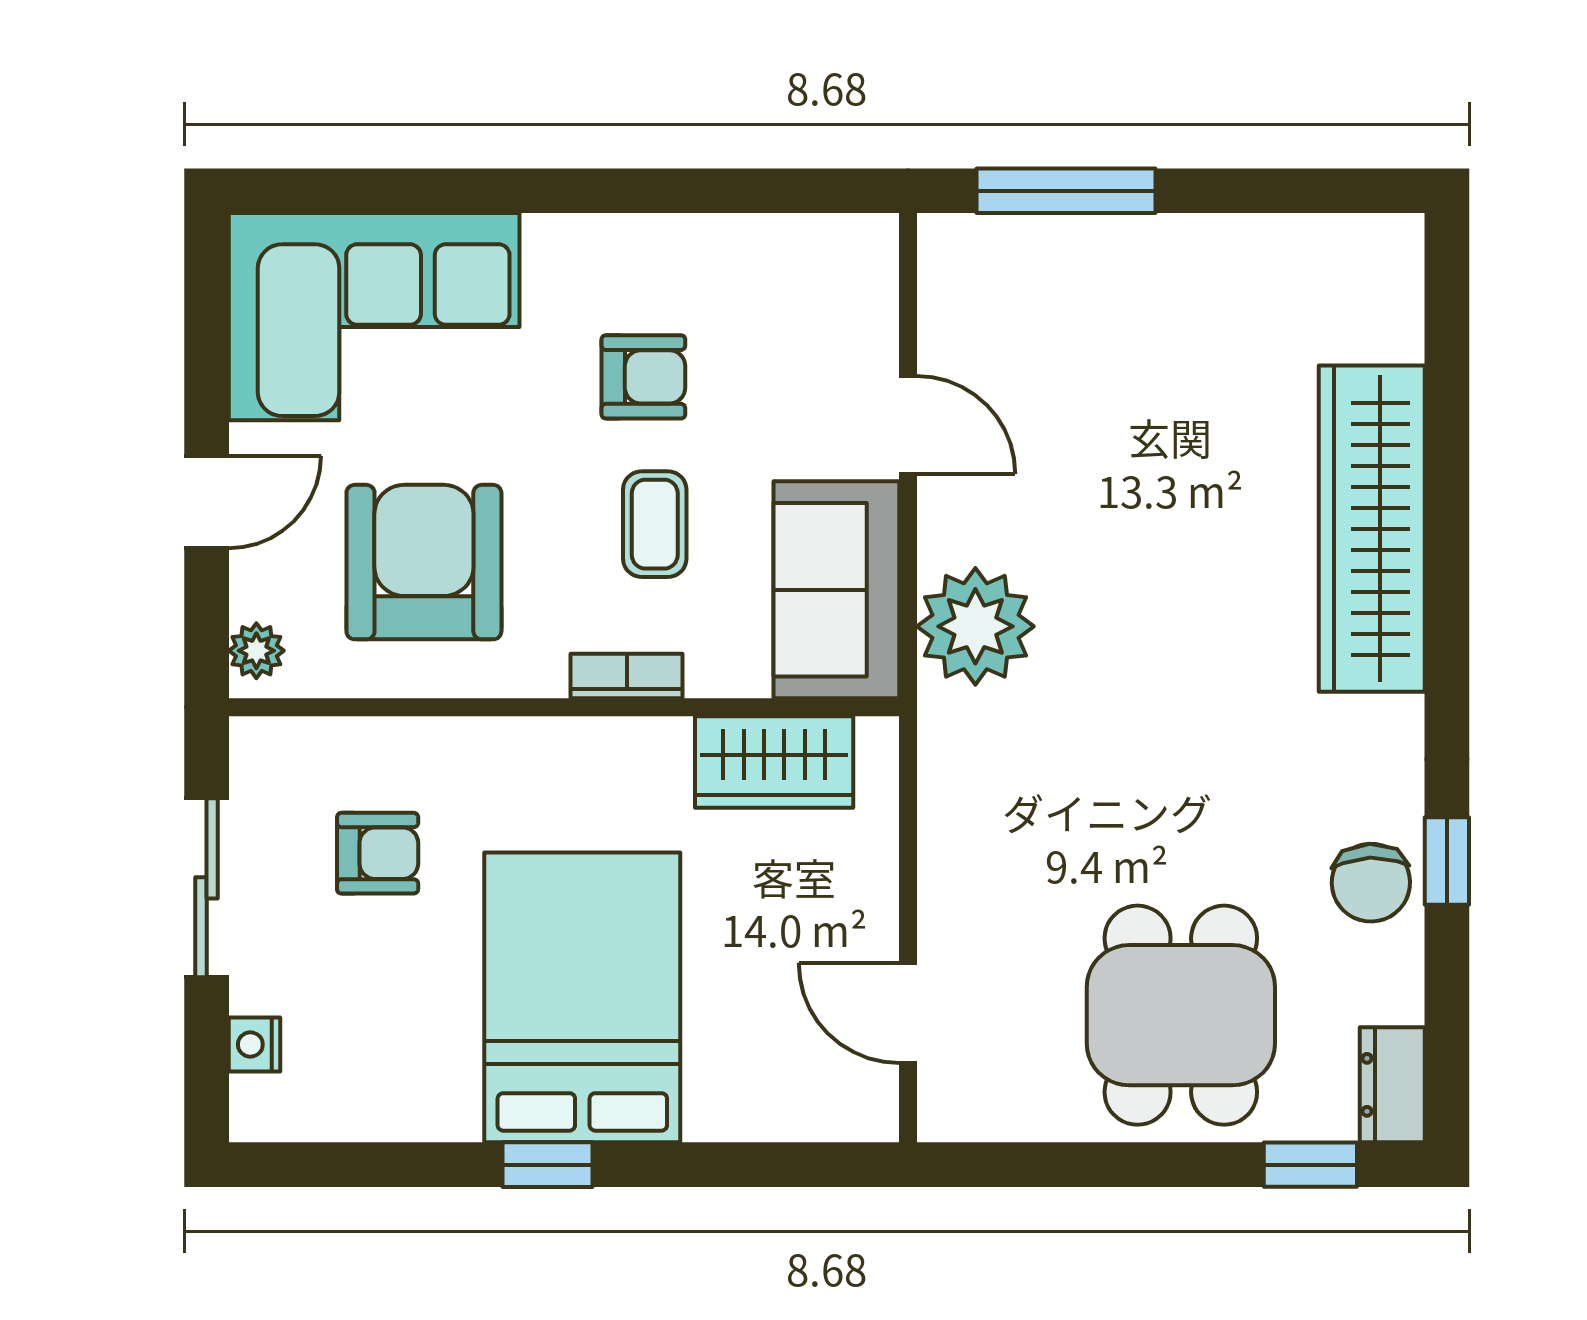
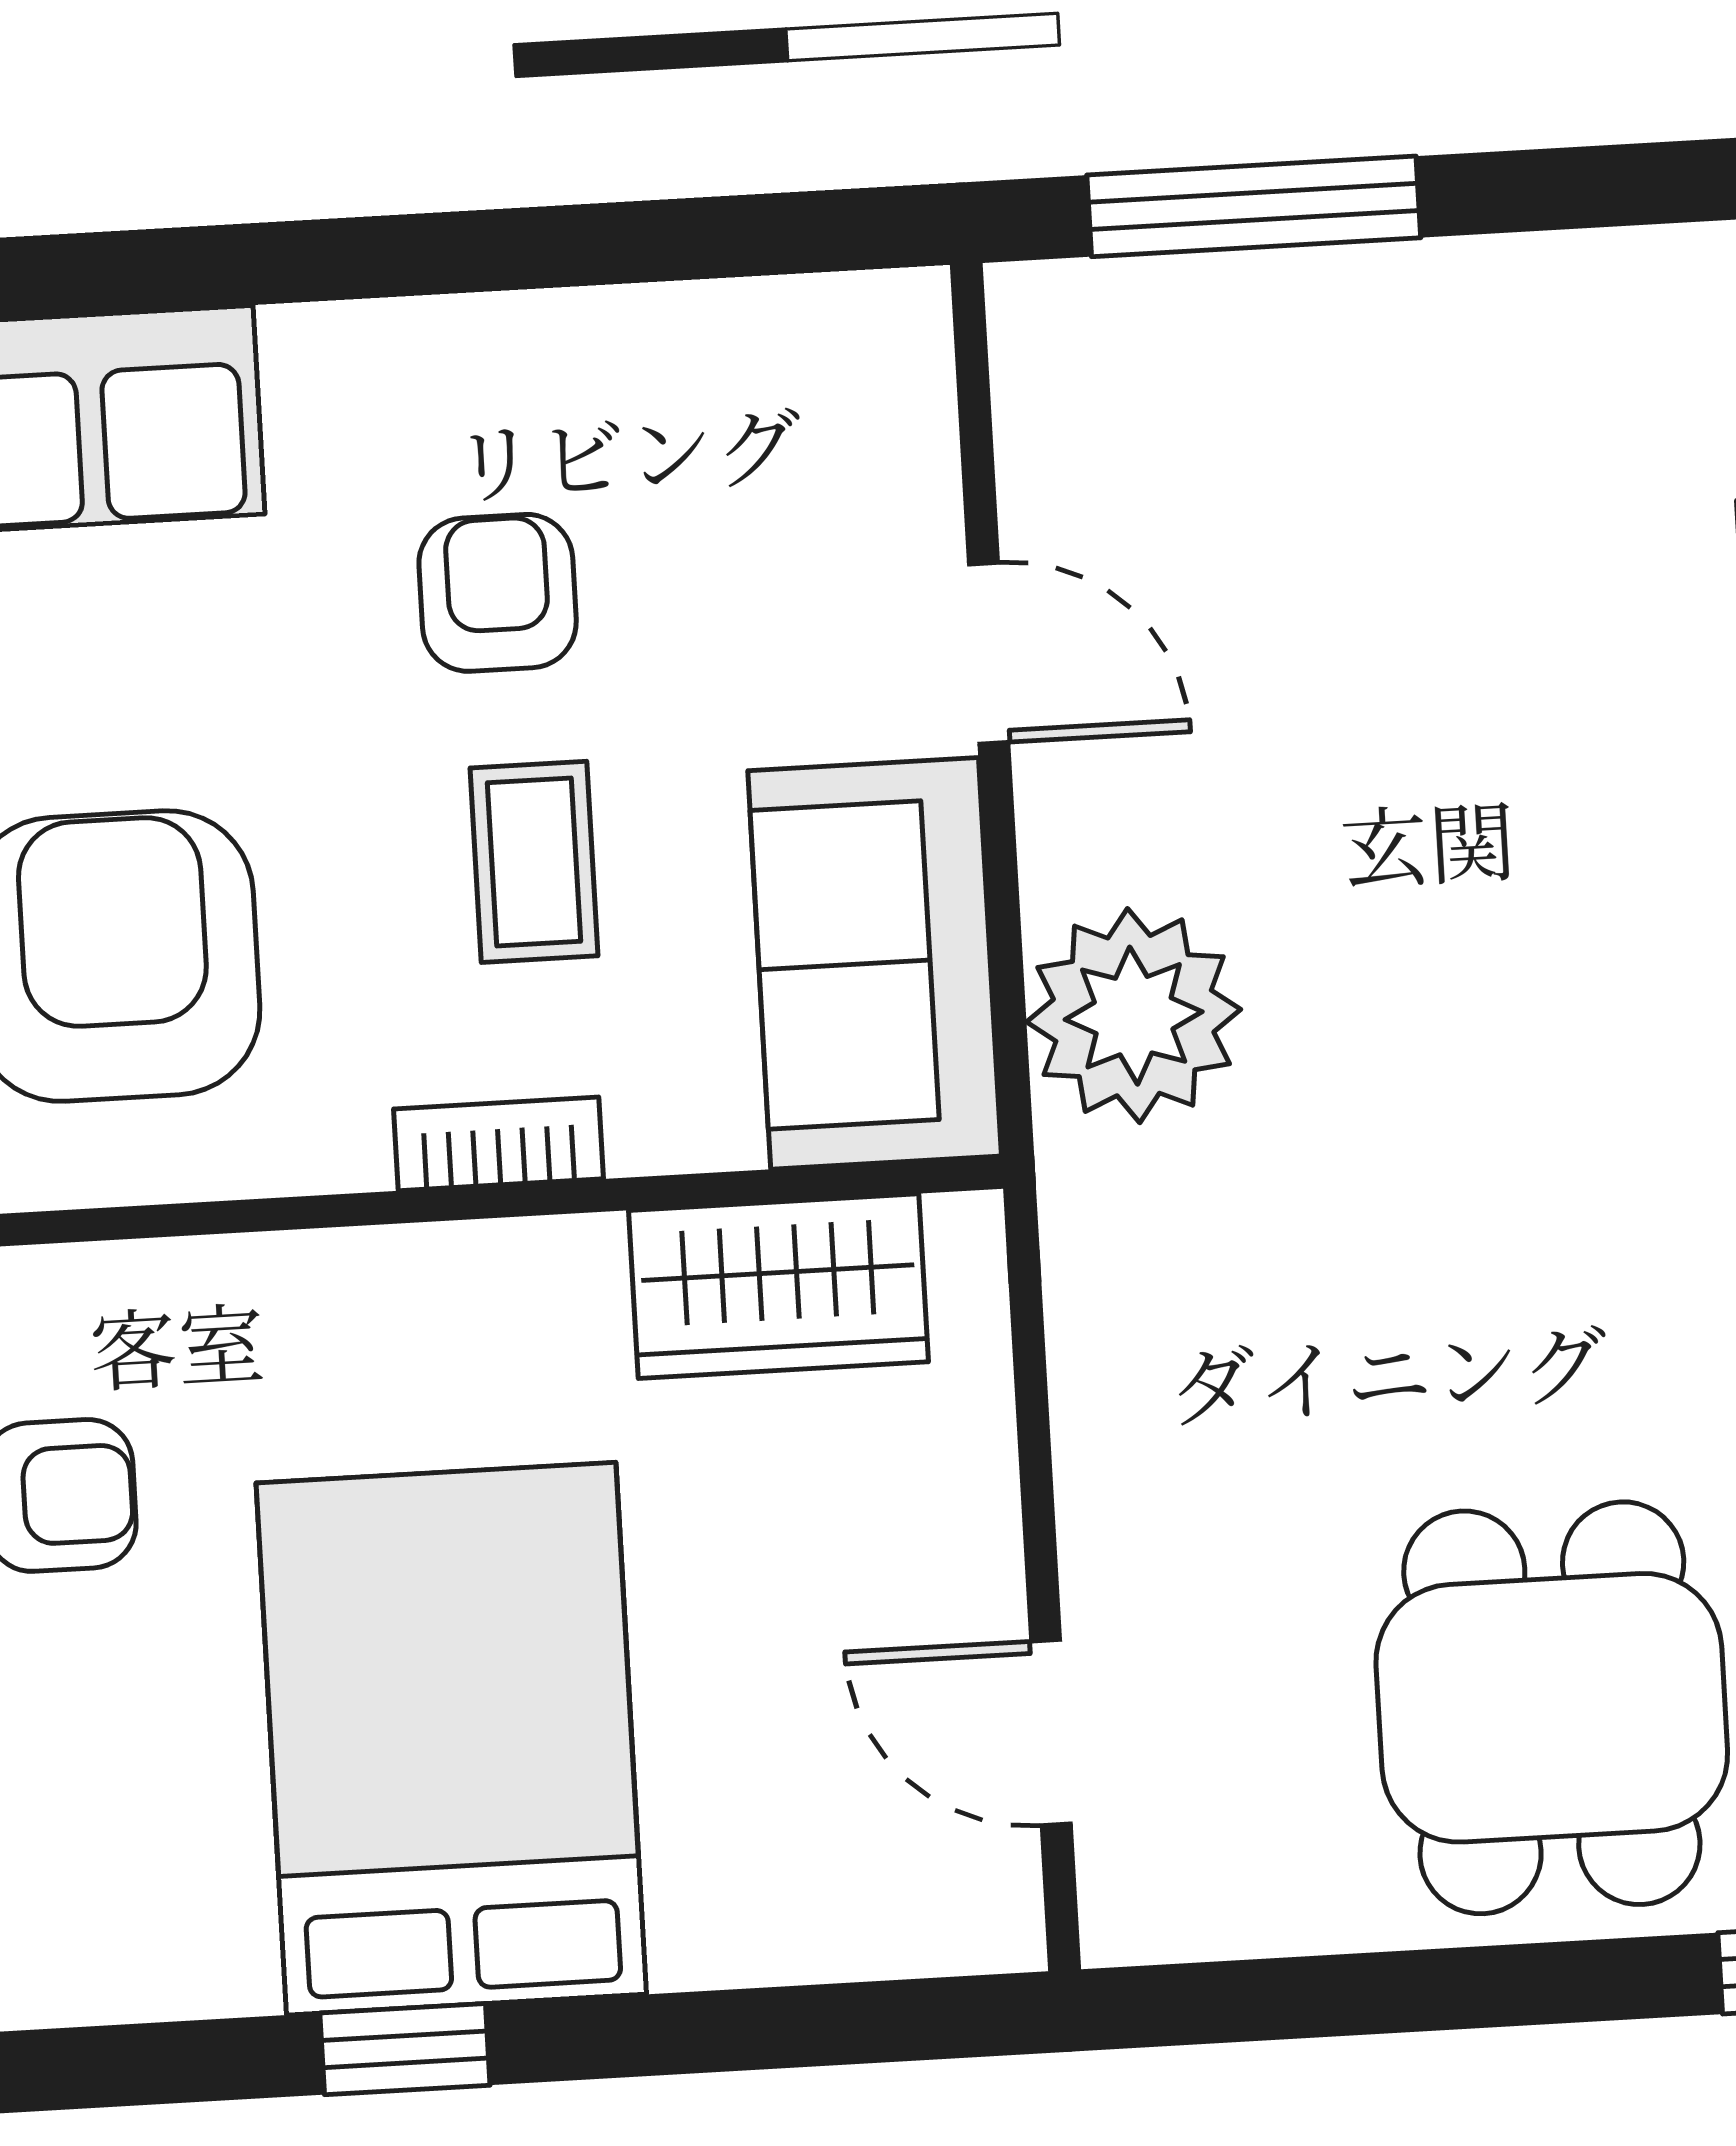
armchair: (643, 377) -> (498, 593), turned -90

